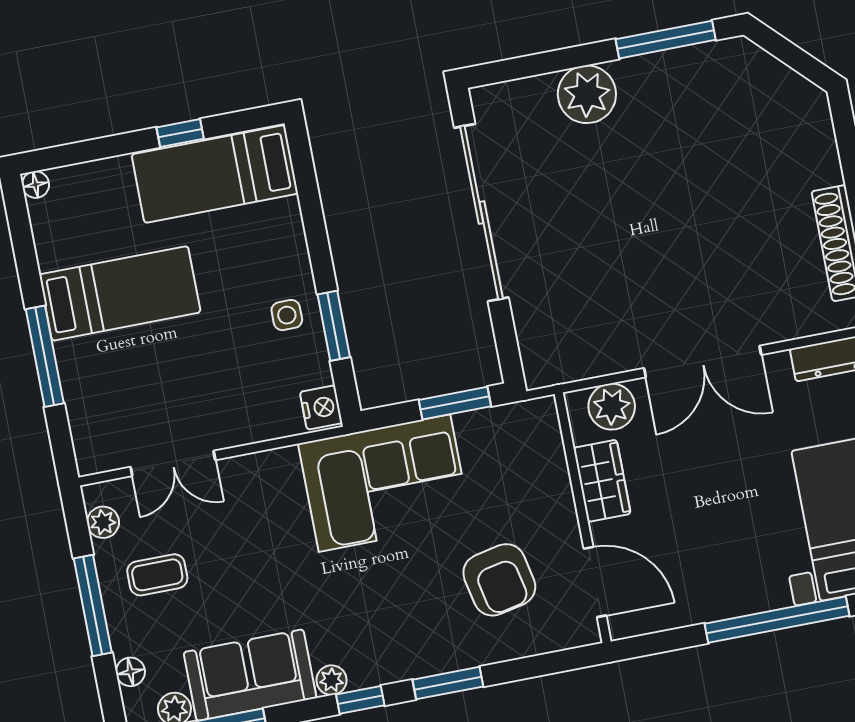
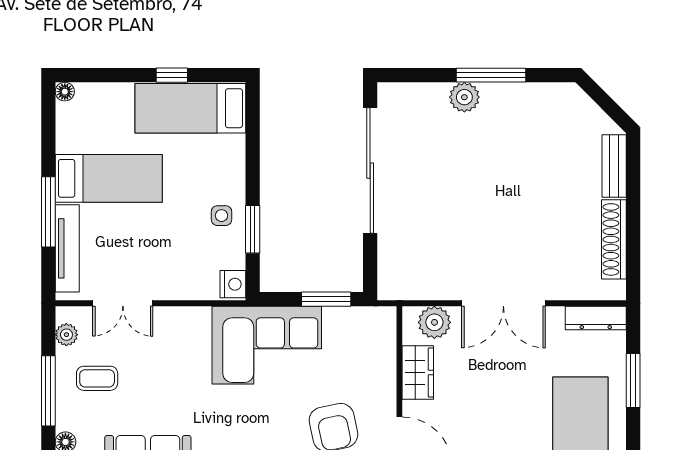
window: (666, 40) -> (491, 75), moved
plant: (587, 94) -> (464, 97), width x0.73, depth x0.73
bench: (820, 141) -> (614, 166), added
tv unit: (81, 402) -> (67, 248), added

